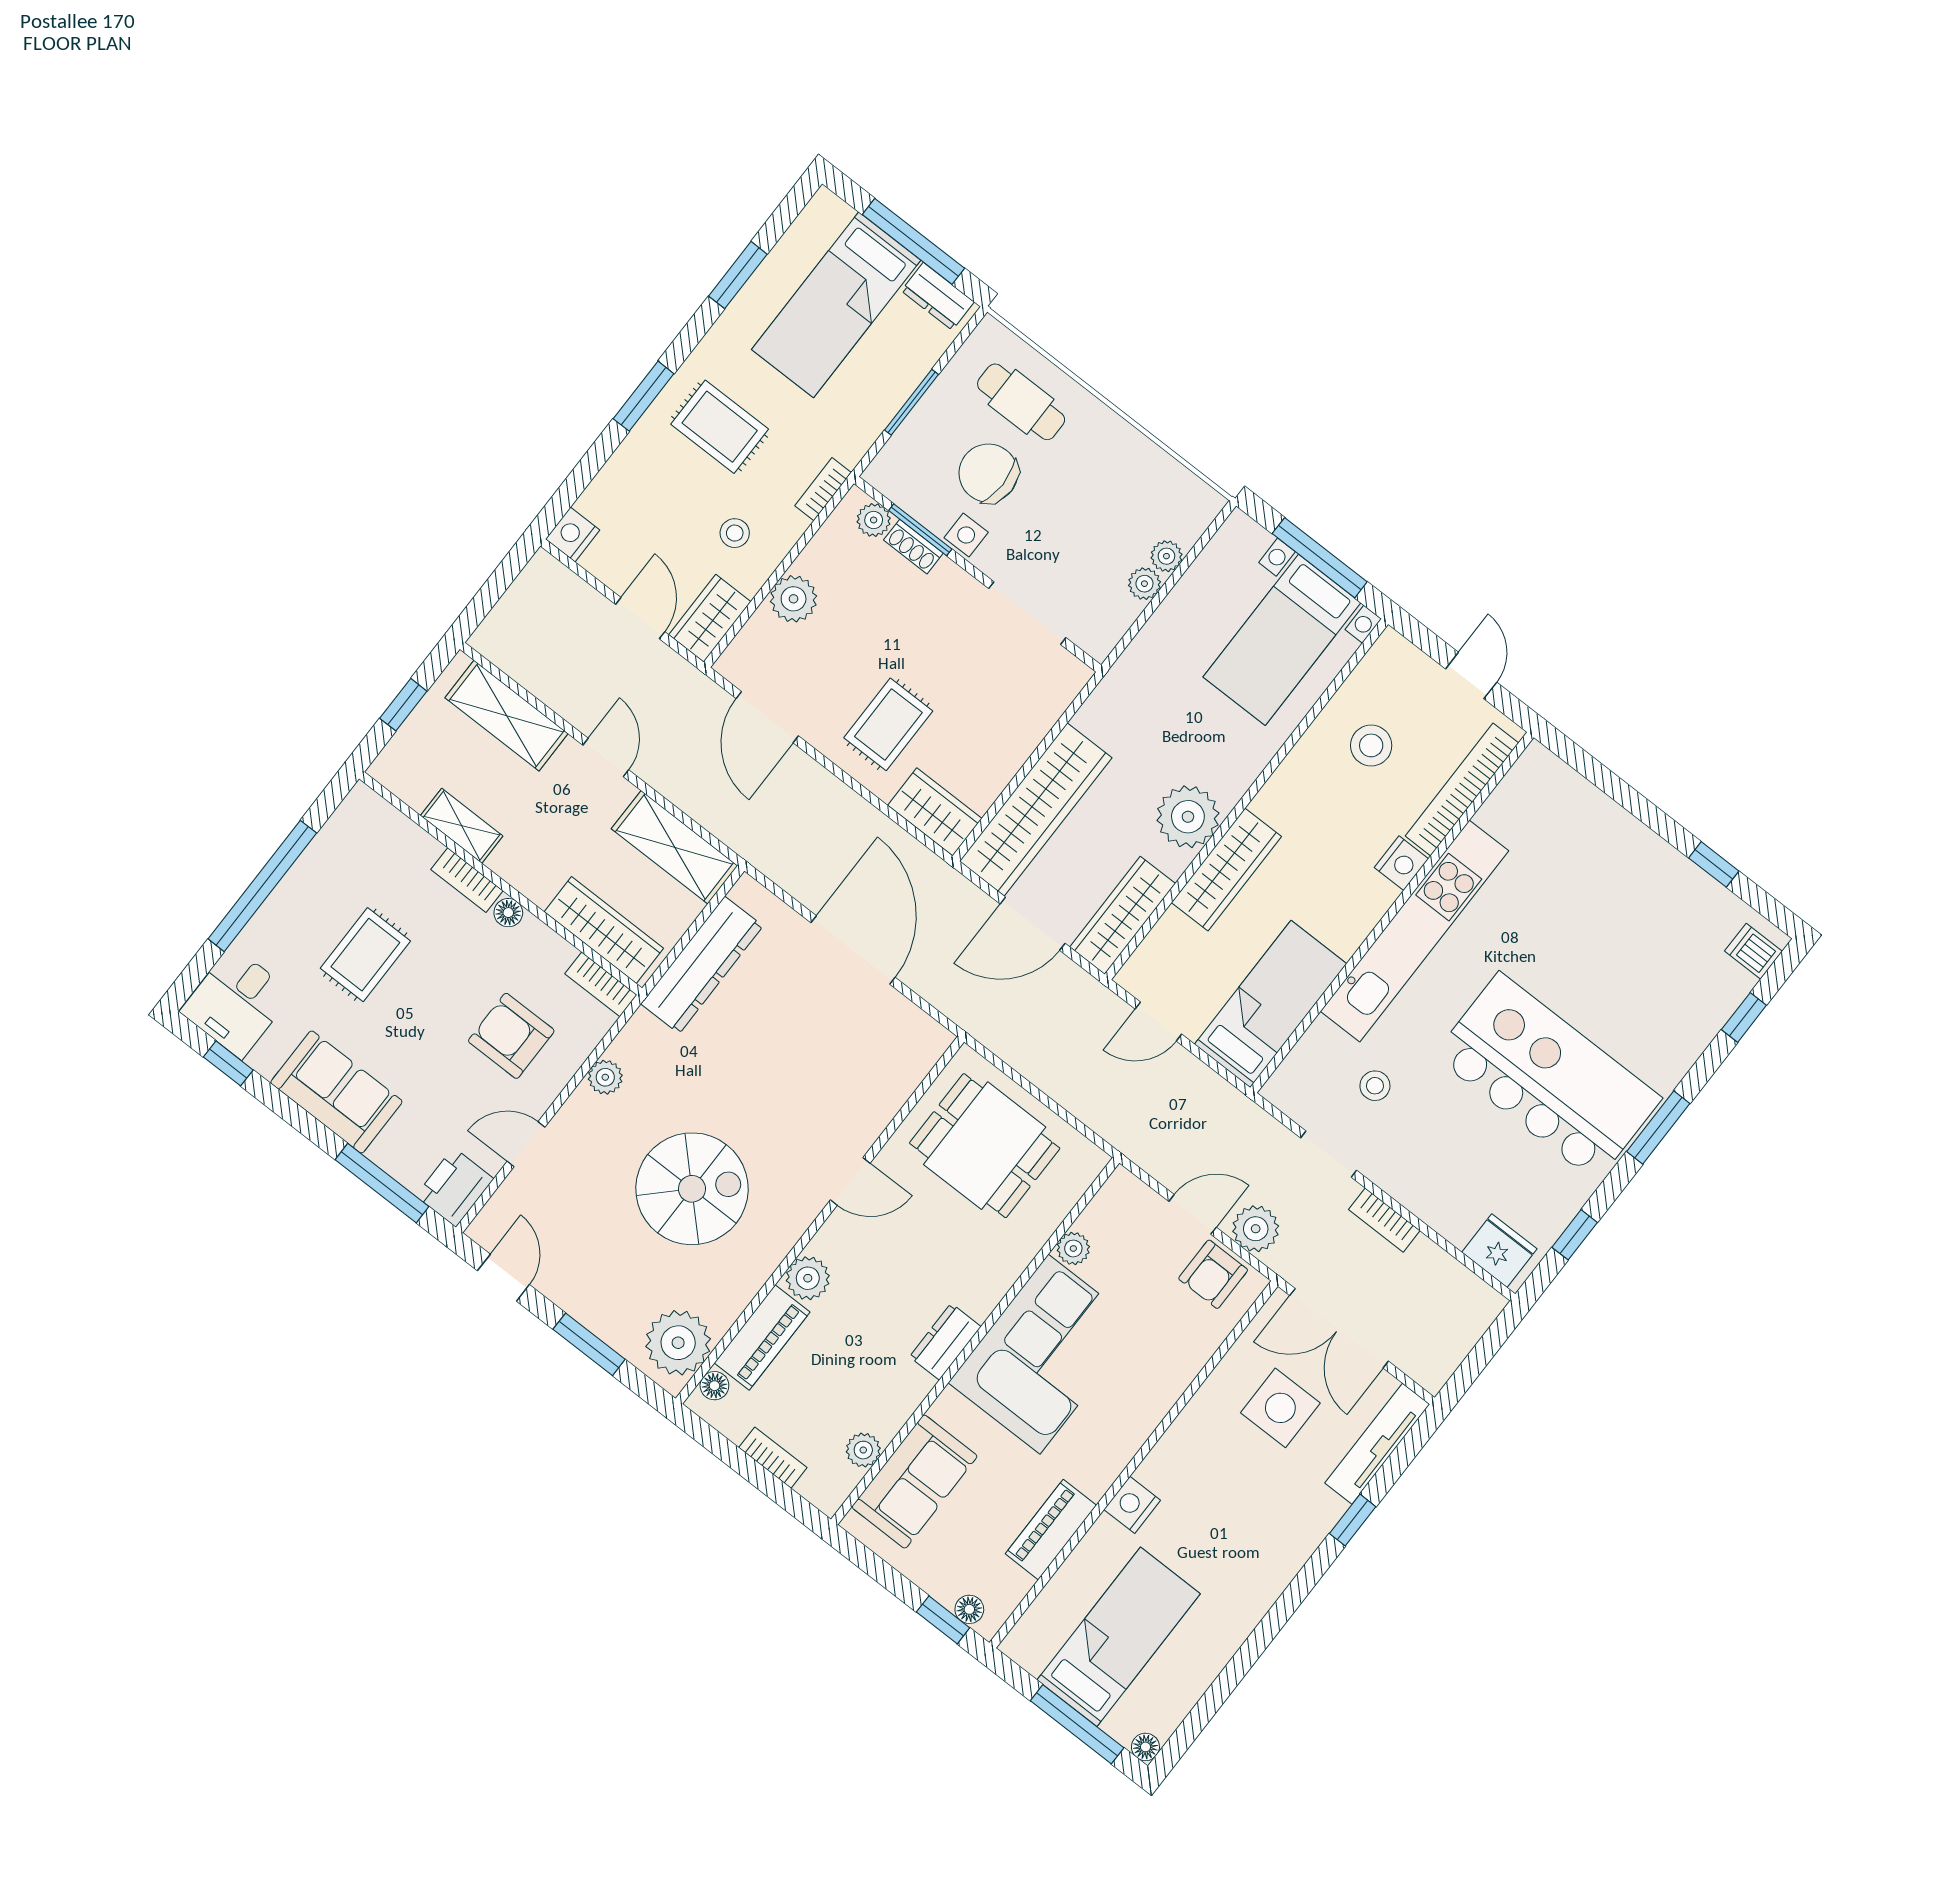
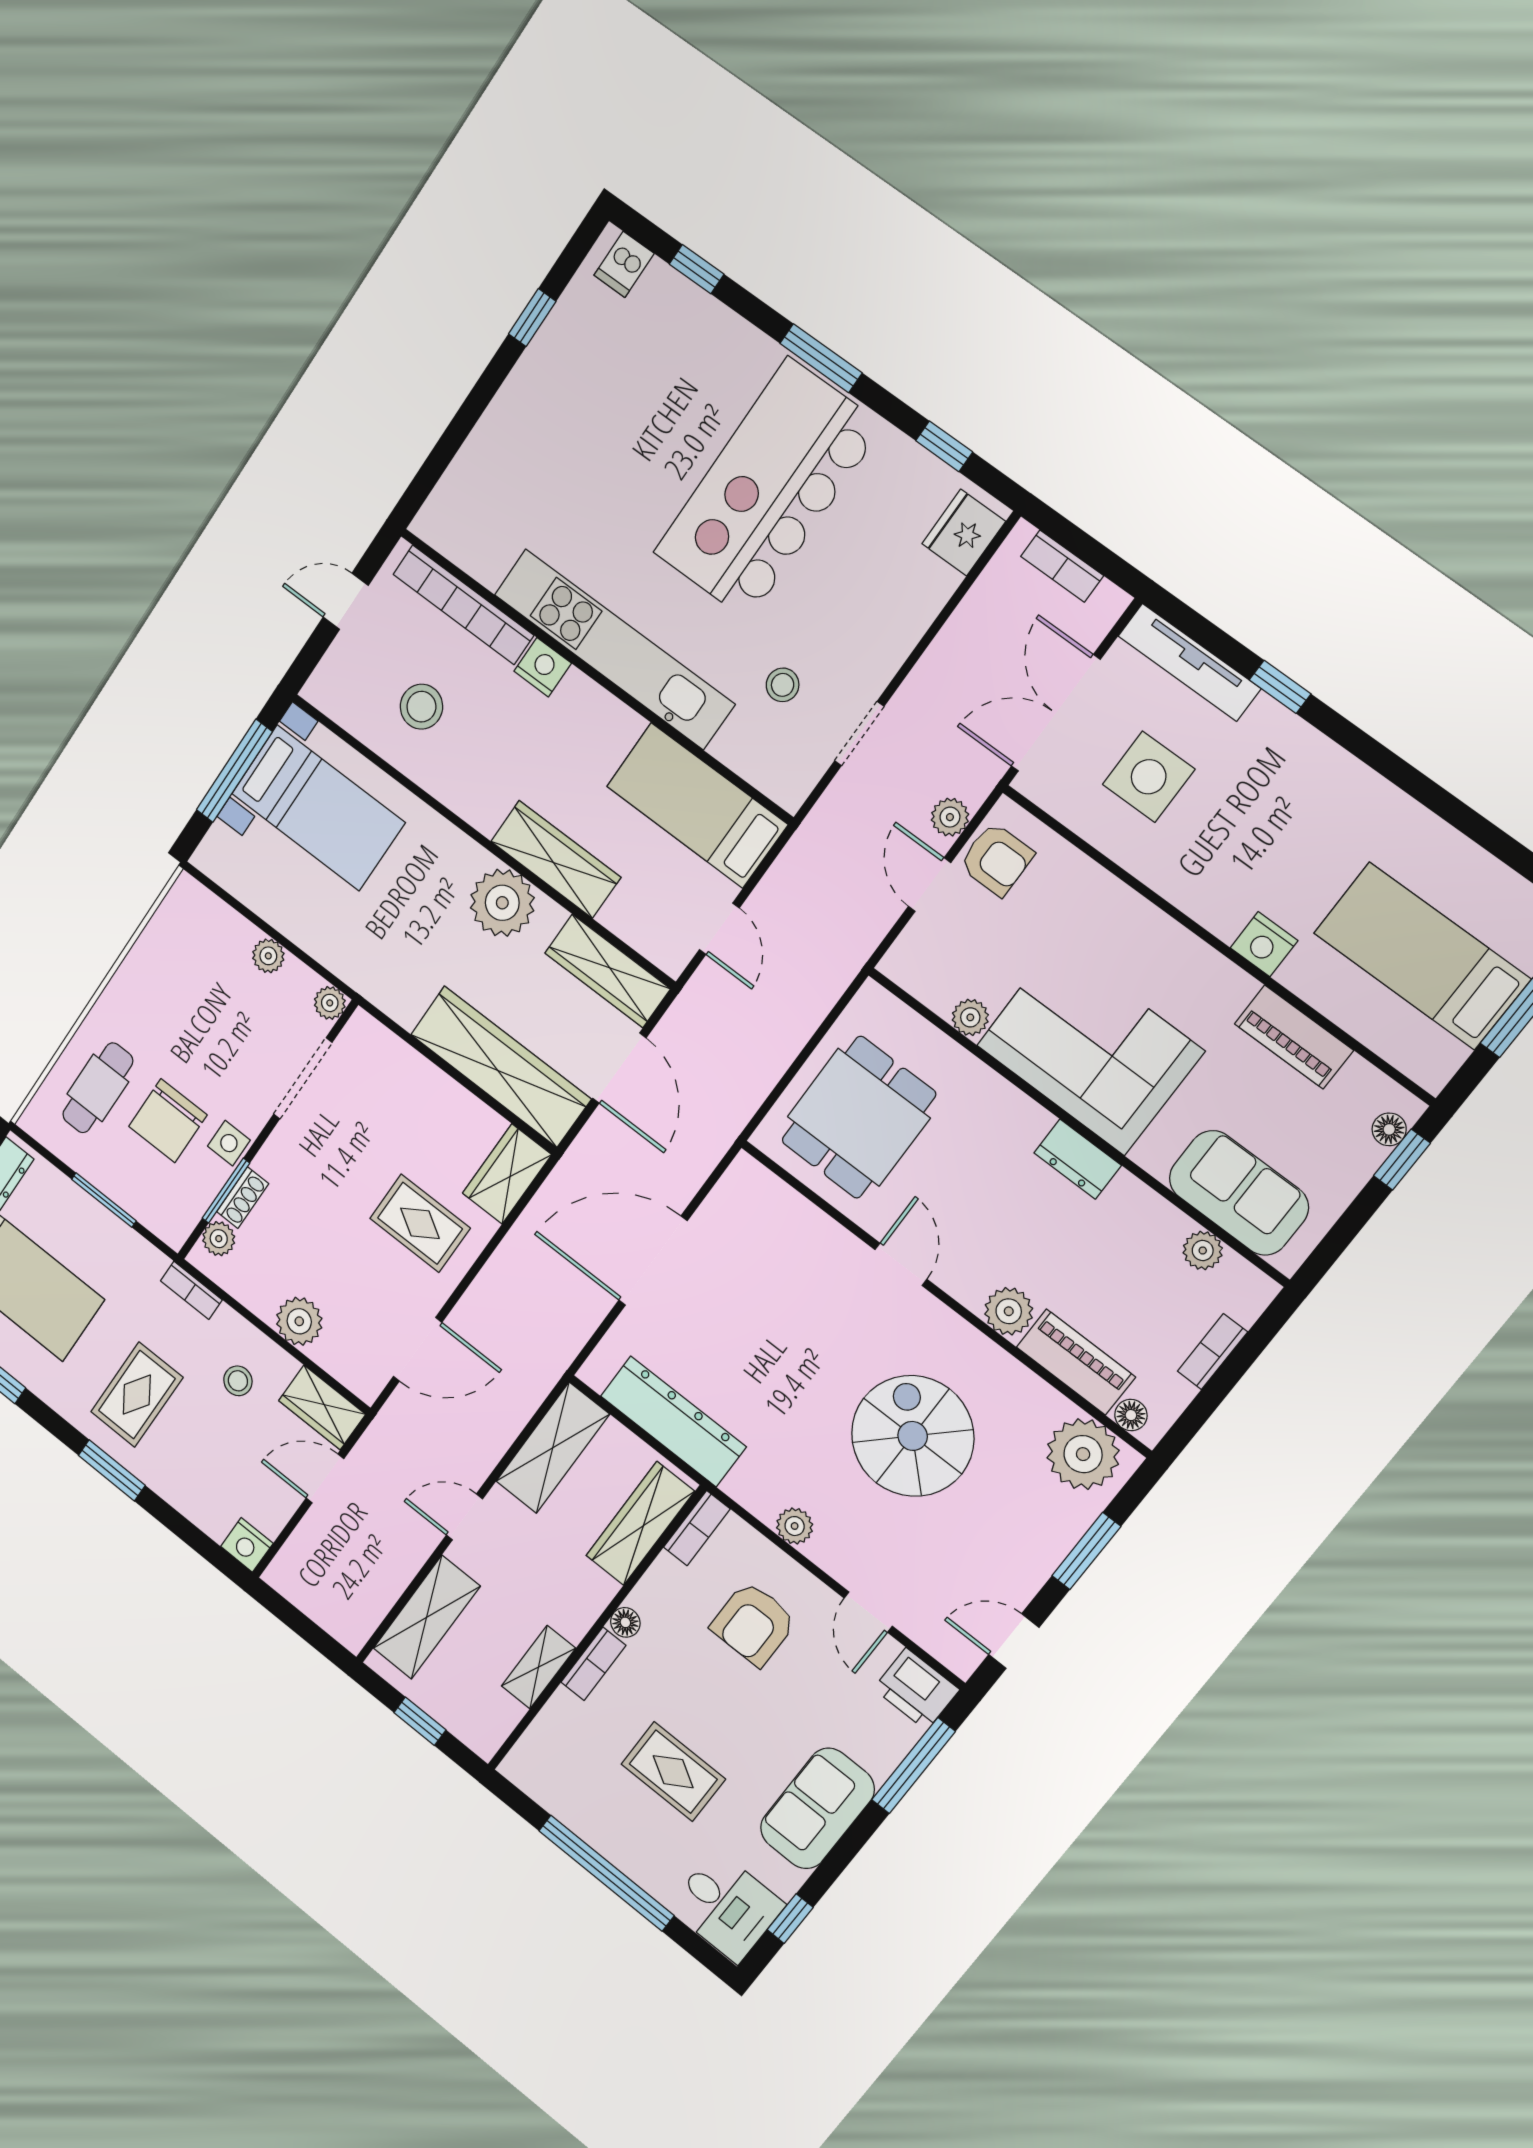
plant: (1166, 556) -> (330, 1003), moved
bookcase: (1384, 1220) -> (1062, 566), moved, turned 90
plant: (1256, 1229) -> (950, 817), width x0.73, depth x0.73
double door: (1339, 1328) -> (1056, 713), swing flipped

